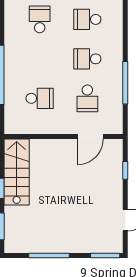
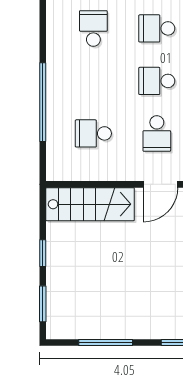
school desk: (40, 98) -> (93, 133), turned 180
stairs: (17, 172) -> (90, 204), moved, turned 90

